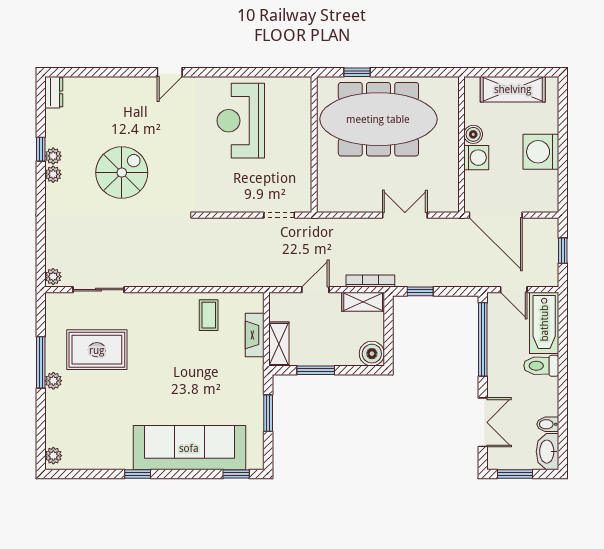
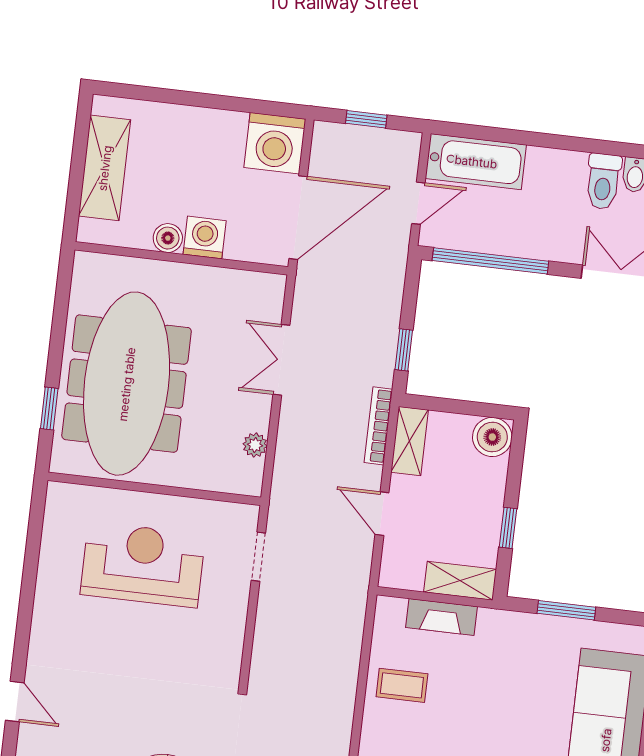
reception desk: (241, 121) -> (143, 565), moved, turned 180
washing machine: (541, 152) -> (275, 143), moved
plant: (349, 205) -> (255, 445), added
toilet: (541, 366) -> (603, 181), moved
window: (316, 370) -> (508, 528), width x0.67

